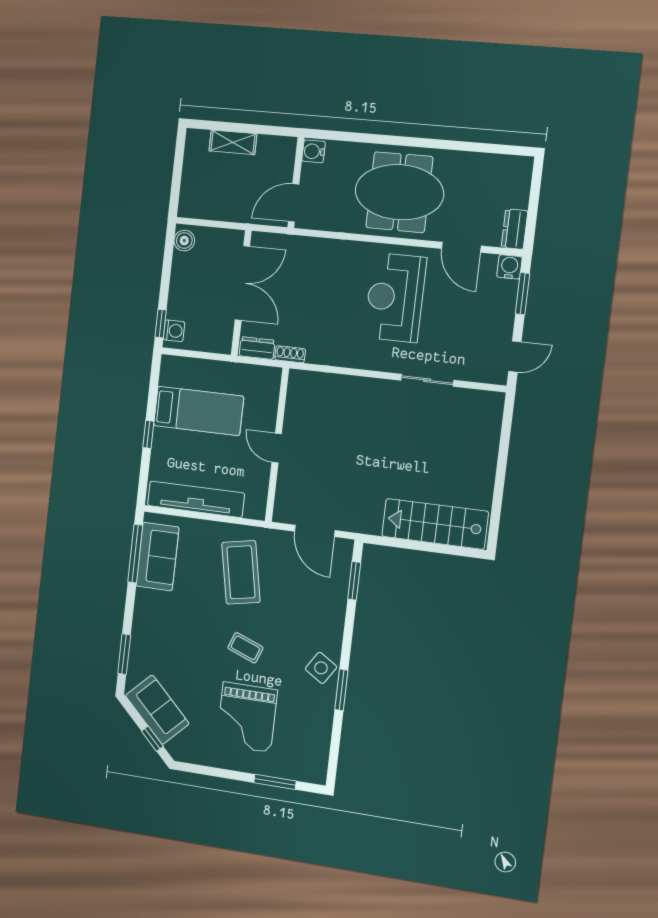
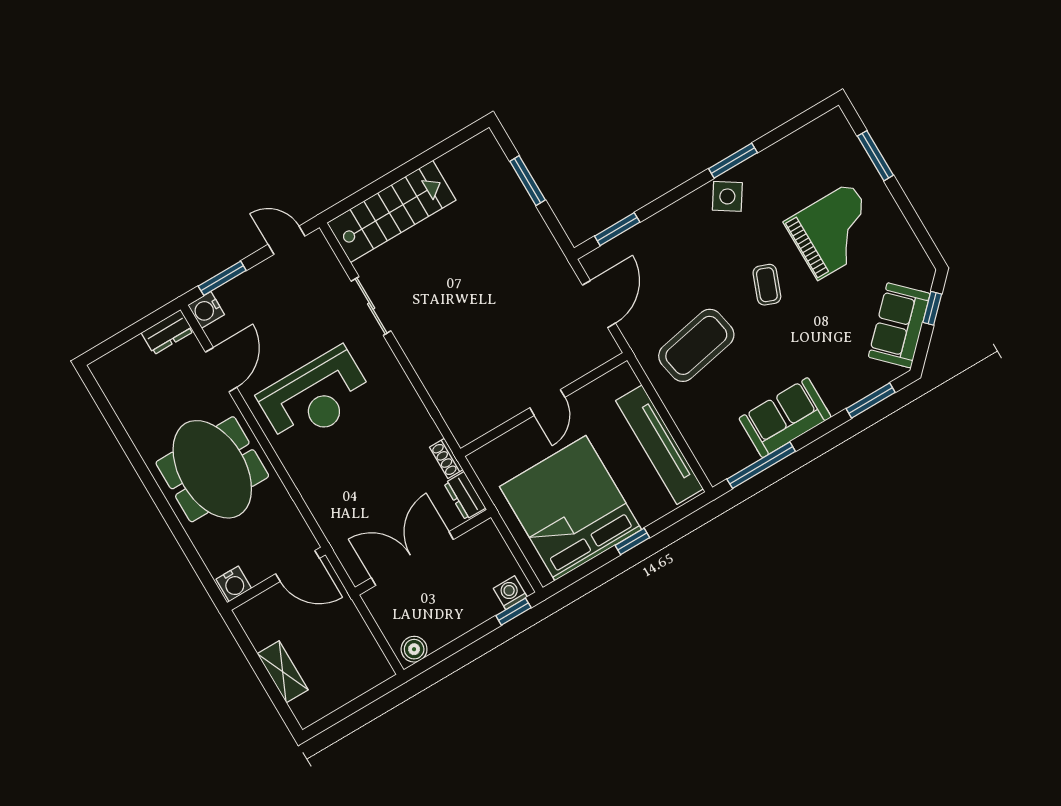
bed: (198, 411) -> (570, 508), width x2.04
stairs: (435, 524) -> (391, 211), moved, turned -90
window: (431, 547) -> (528, 181), added
sofa: (157, 557) -> (785, 418), moved

